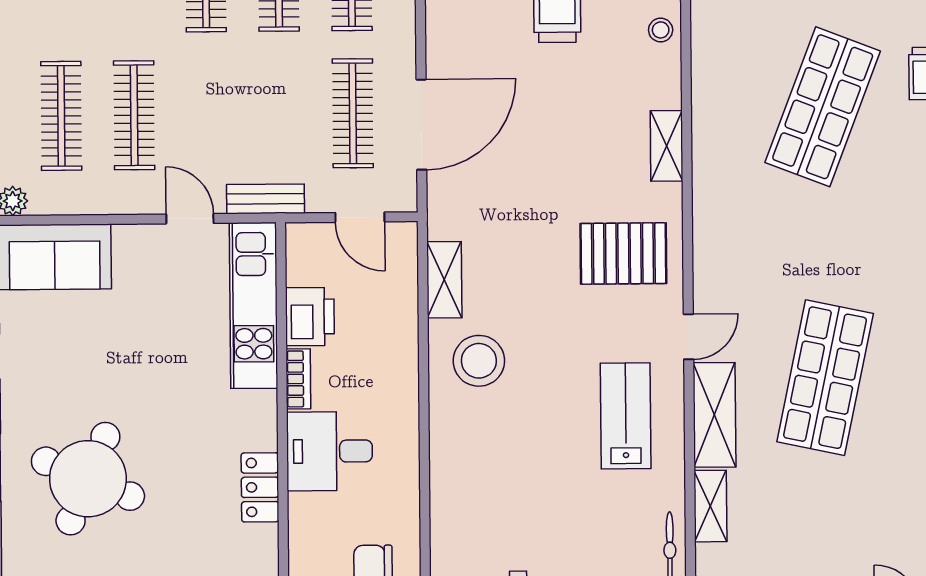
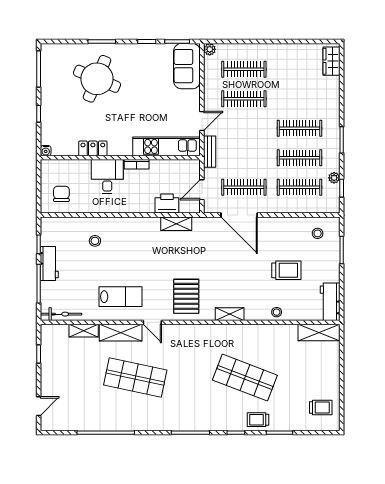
printer: (310, 317) -> (167, 204), moved, turned 180
stool: (479, 361) -> (95, 241), moved, width x0.53, depth x0.53

